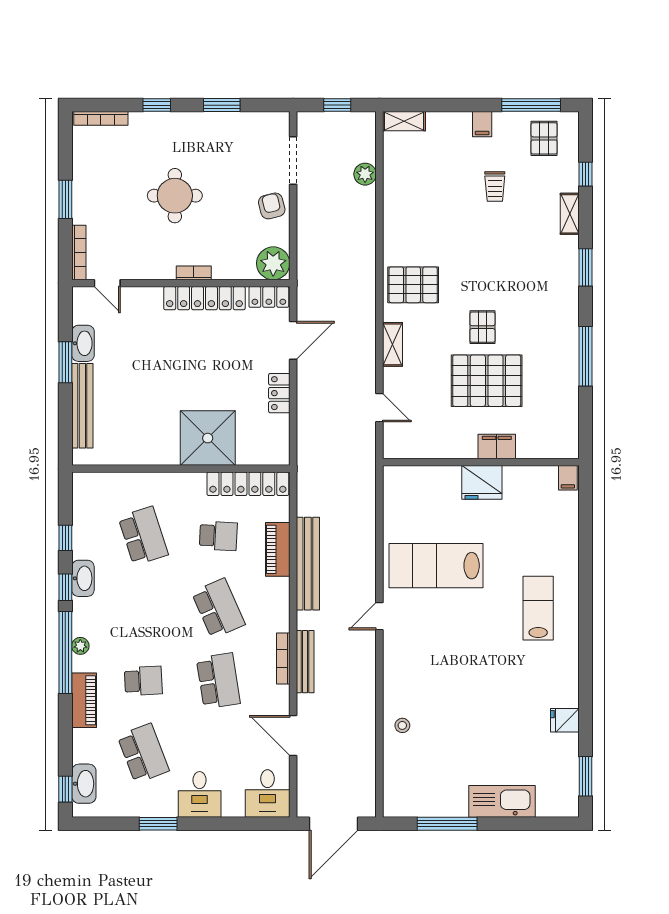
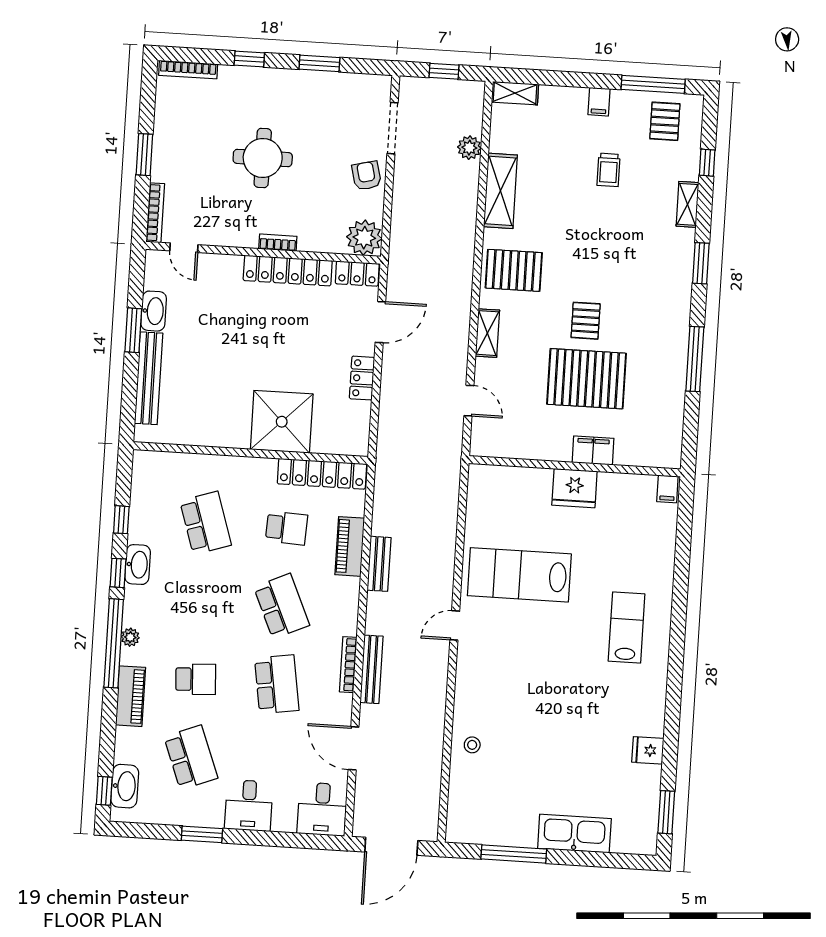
shelving: (396, 212) -> (500, 191), added
bench: (308, 564) -> (379, 564), width x0.54, depth x0.82

